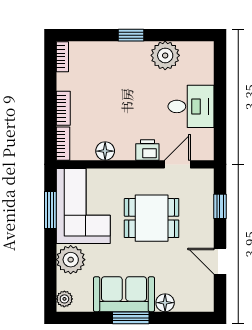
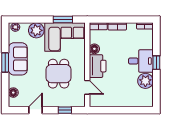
desk: (191, 106) -> (141, 61), moved, turned -90
printer: (147, 150) -> (98, 66), width x1.87, depth x1.48
floor lamp: (165, 303) -> (13, 93), moved

